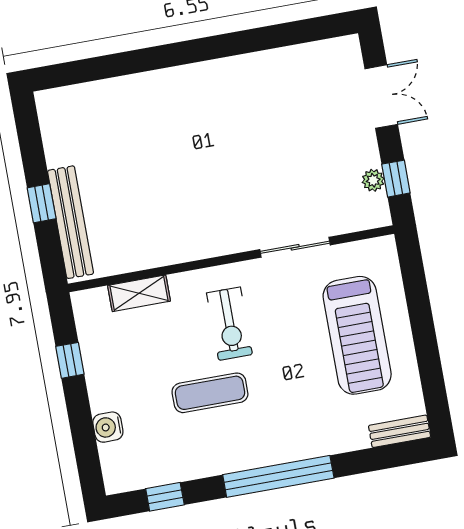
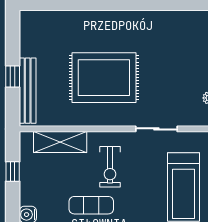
rug: (193, 178) -> (104, 78), added
shelving: (139, 293) -> (60, 142), width x1.50, depth x1.33

